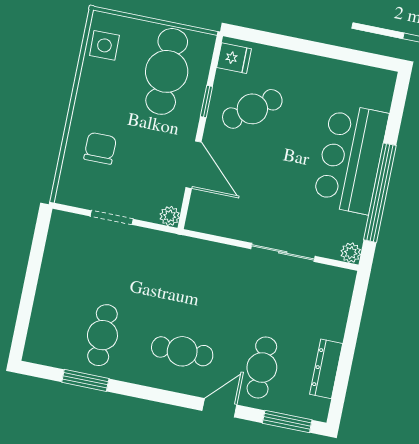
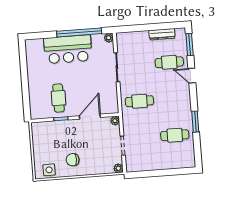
fridge: (234, 58) -> (39, 112), removed
cafe table: (167, 71) -> (53, 140), removed
cafe table: (252, 109) -> (58, 98), turned 36
chair: (100, 148) -> (73, 160), moved
plant: (66, 194) -> (118, 168), added
cafe table: (182, 351) -> (139, 101), moved, turned 90
window: (85, 380) -> (195, 122), moved

